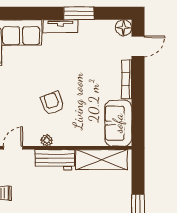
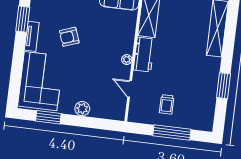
armchair: (52, 103) -> (69, 37), moved

